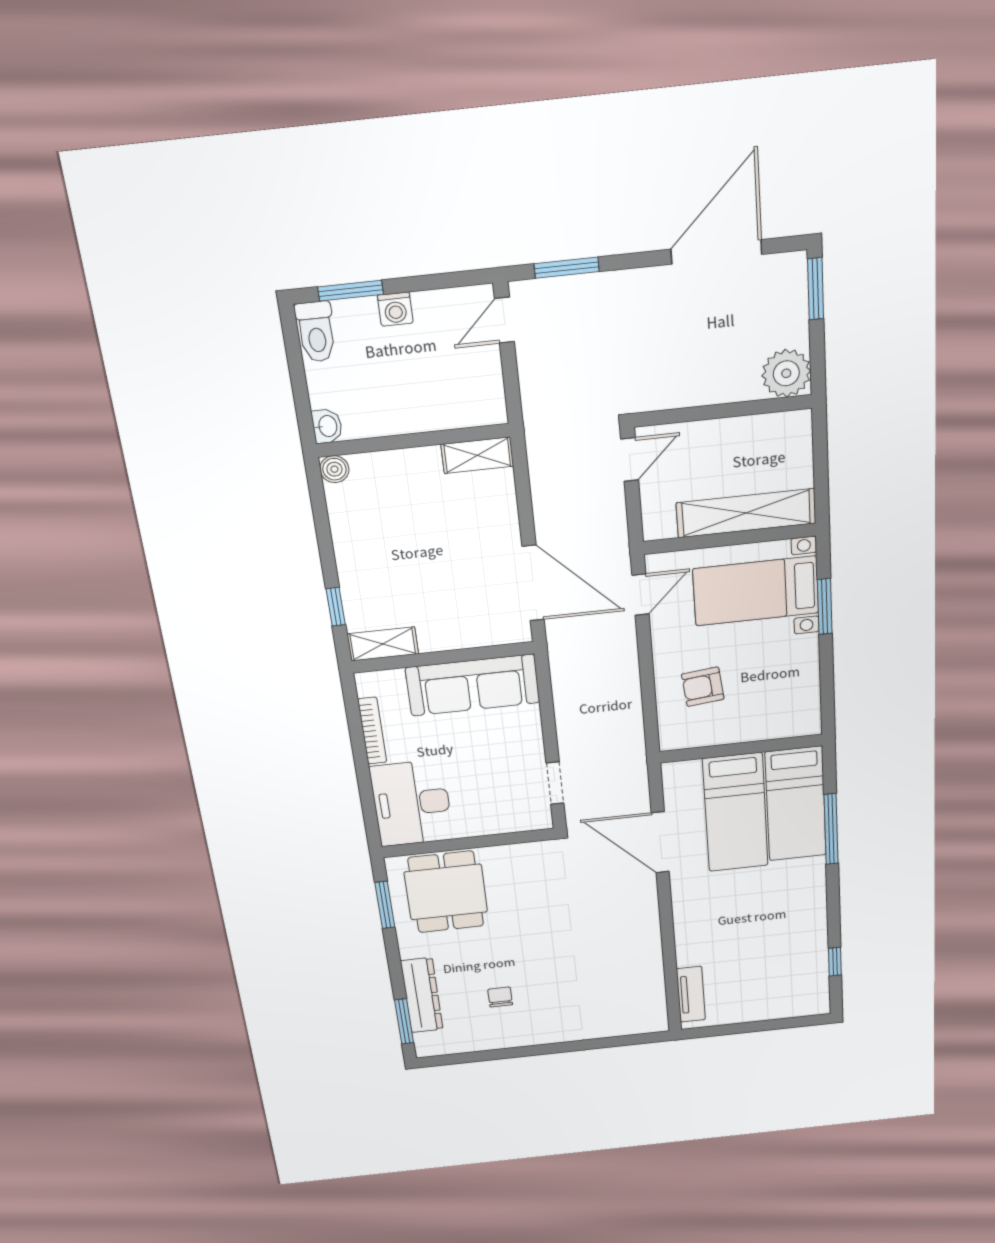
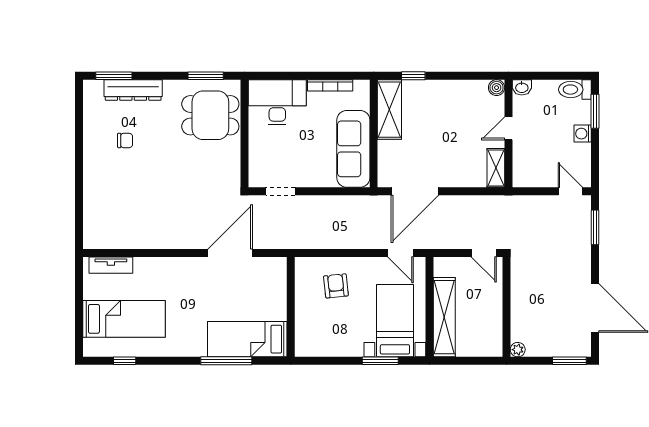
plant: (786, 373) -> (518, 350), width x0.53, depth x0.53
door: (404, 441) -> (508, 128), added
shelving: (383, 644) -> (389, 110), width x1.50, depth x1.33
bed: (735, 813) -> (124, 319), moved, turned 180

